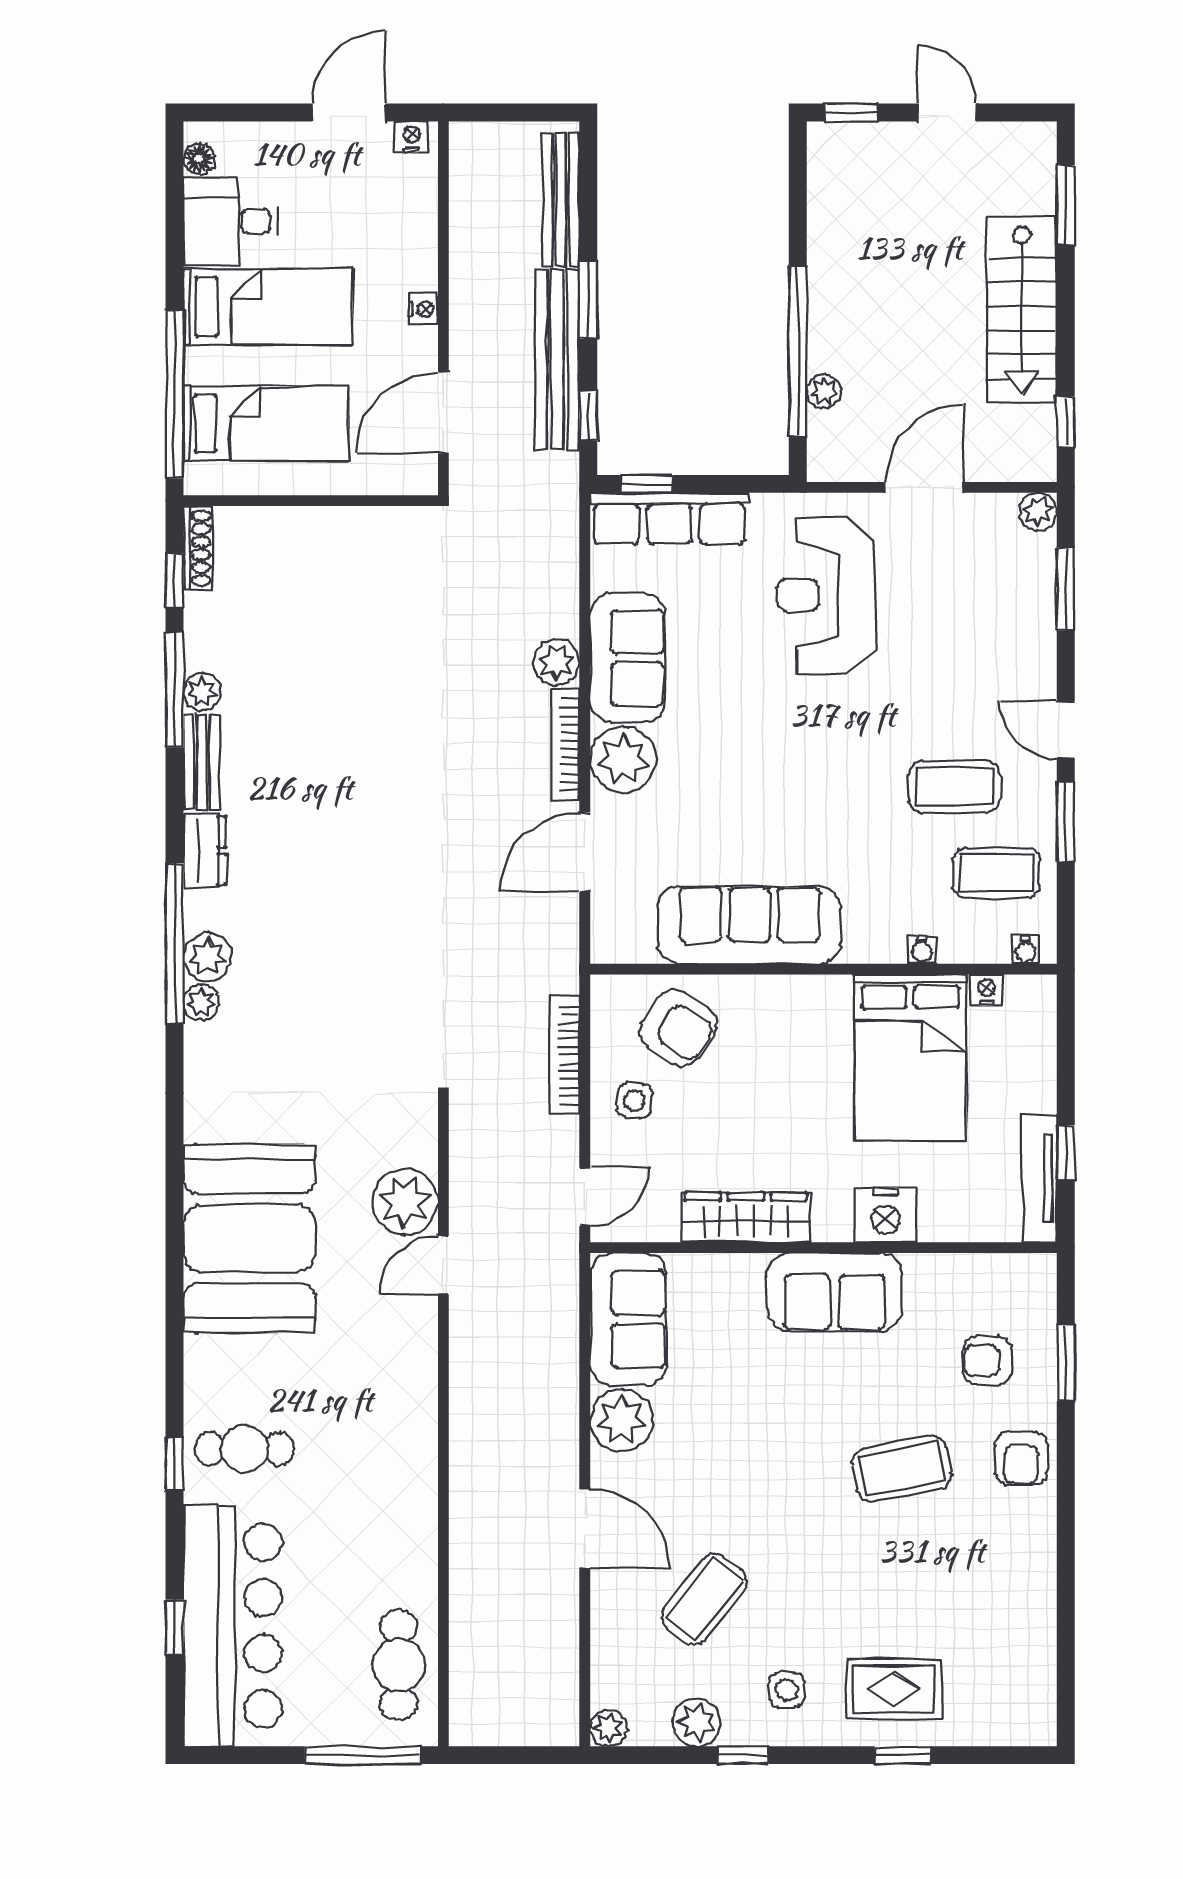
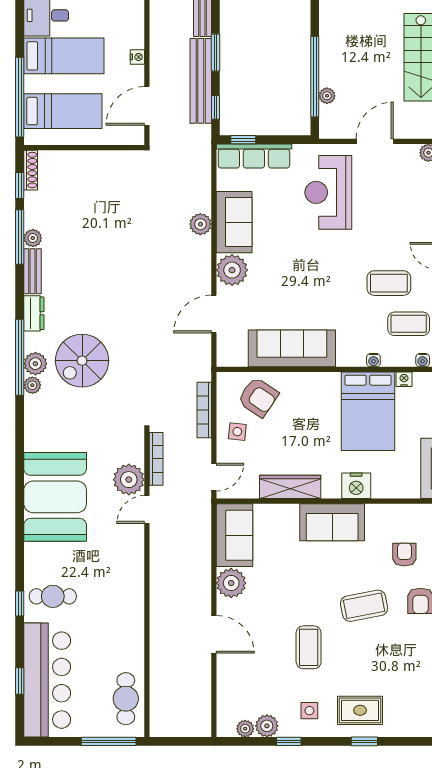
bookcase: (565, 745) -> (156, 459), moved, turned 180
spiral stairs: (306, 951) -> (82, 361), added
armchair: (987, 1360) -> (404, 555), turned 90
coffee table: (704, 1599) -> (309, 647), moved, turned -38
plant: (608, 1728) -> (245, 729), moved

